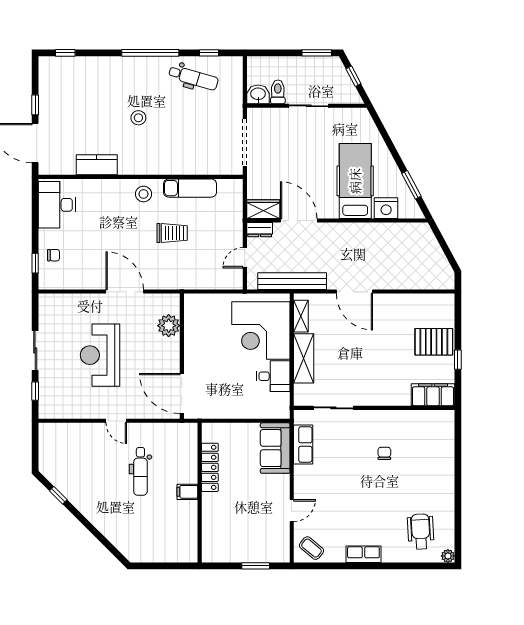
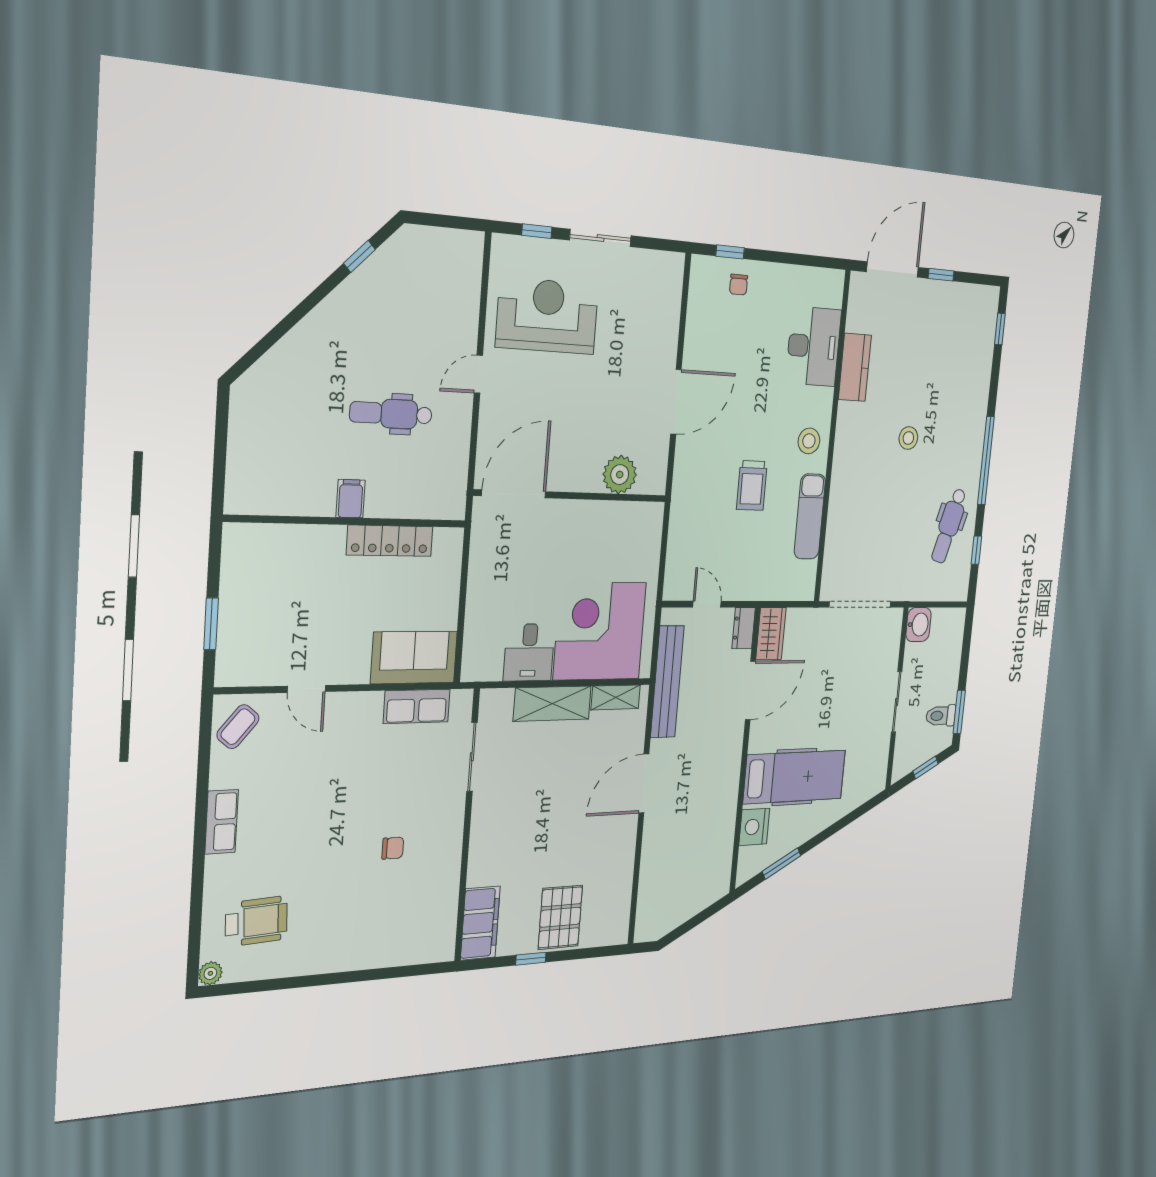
toilet: (278, 92) -> (941, 716), moved, turned 180
desk: (57, 205) -> (814, 346), moved, turned 90
reception desk: (100, 355) -> (547, 316), moved

